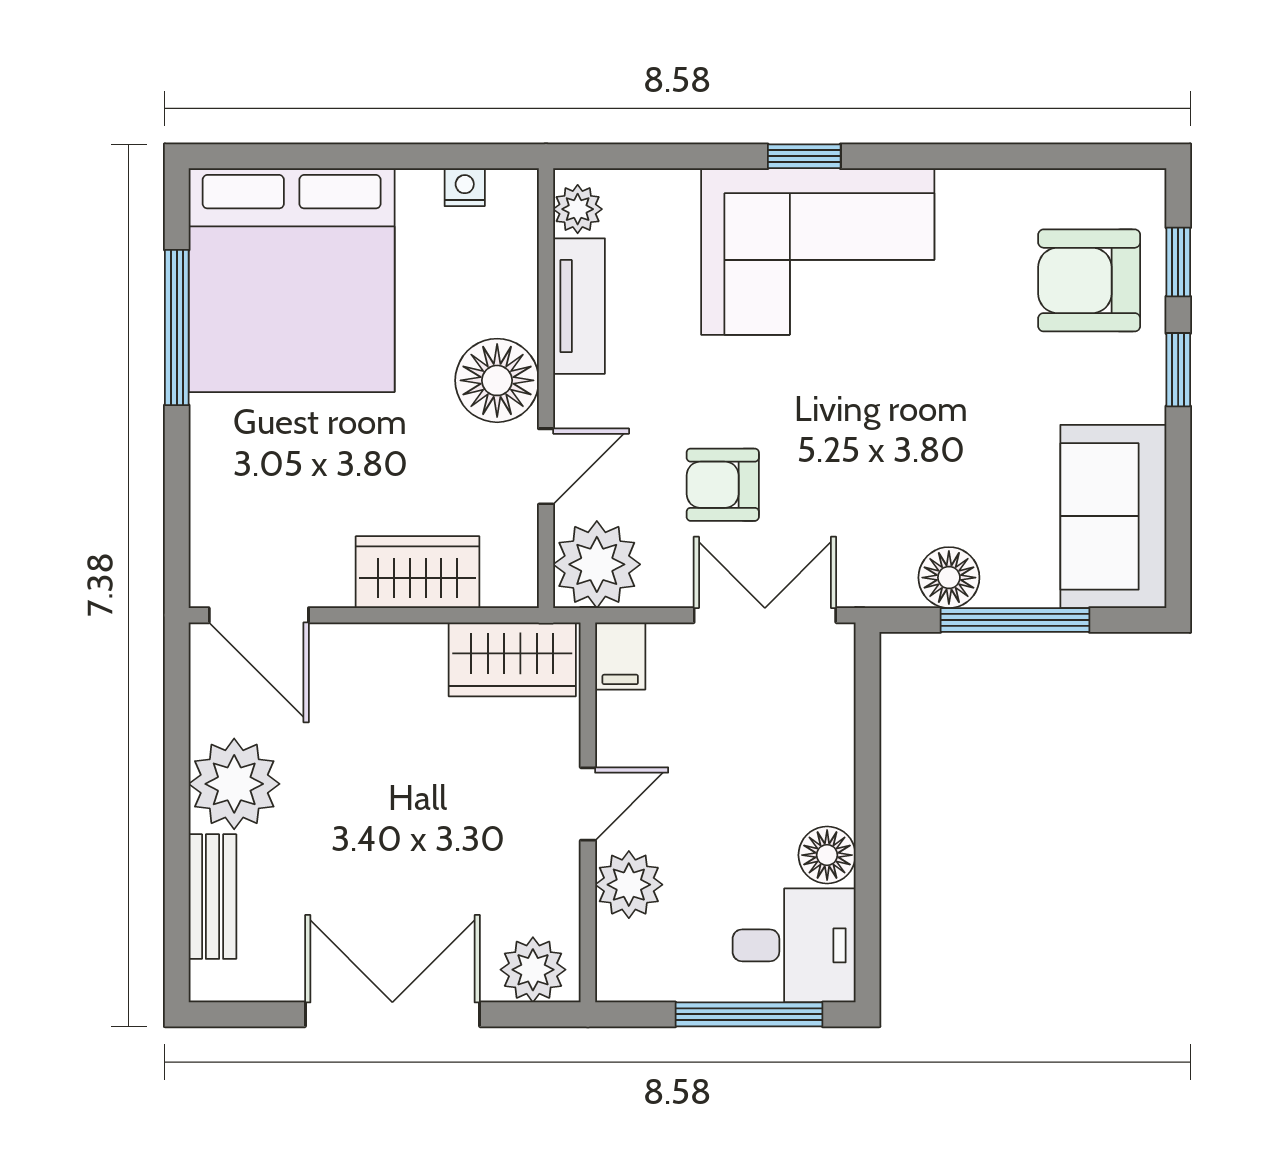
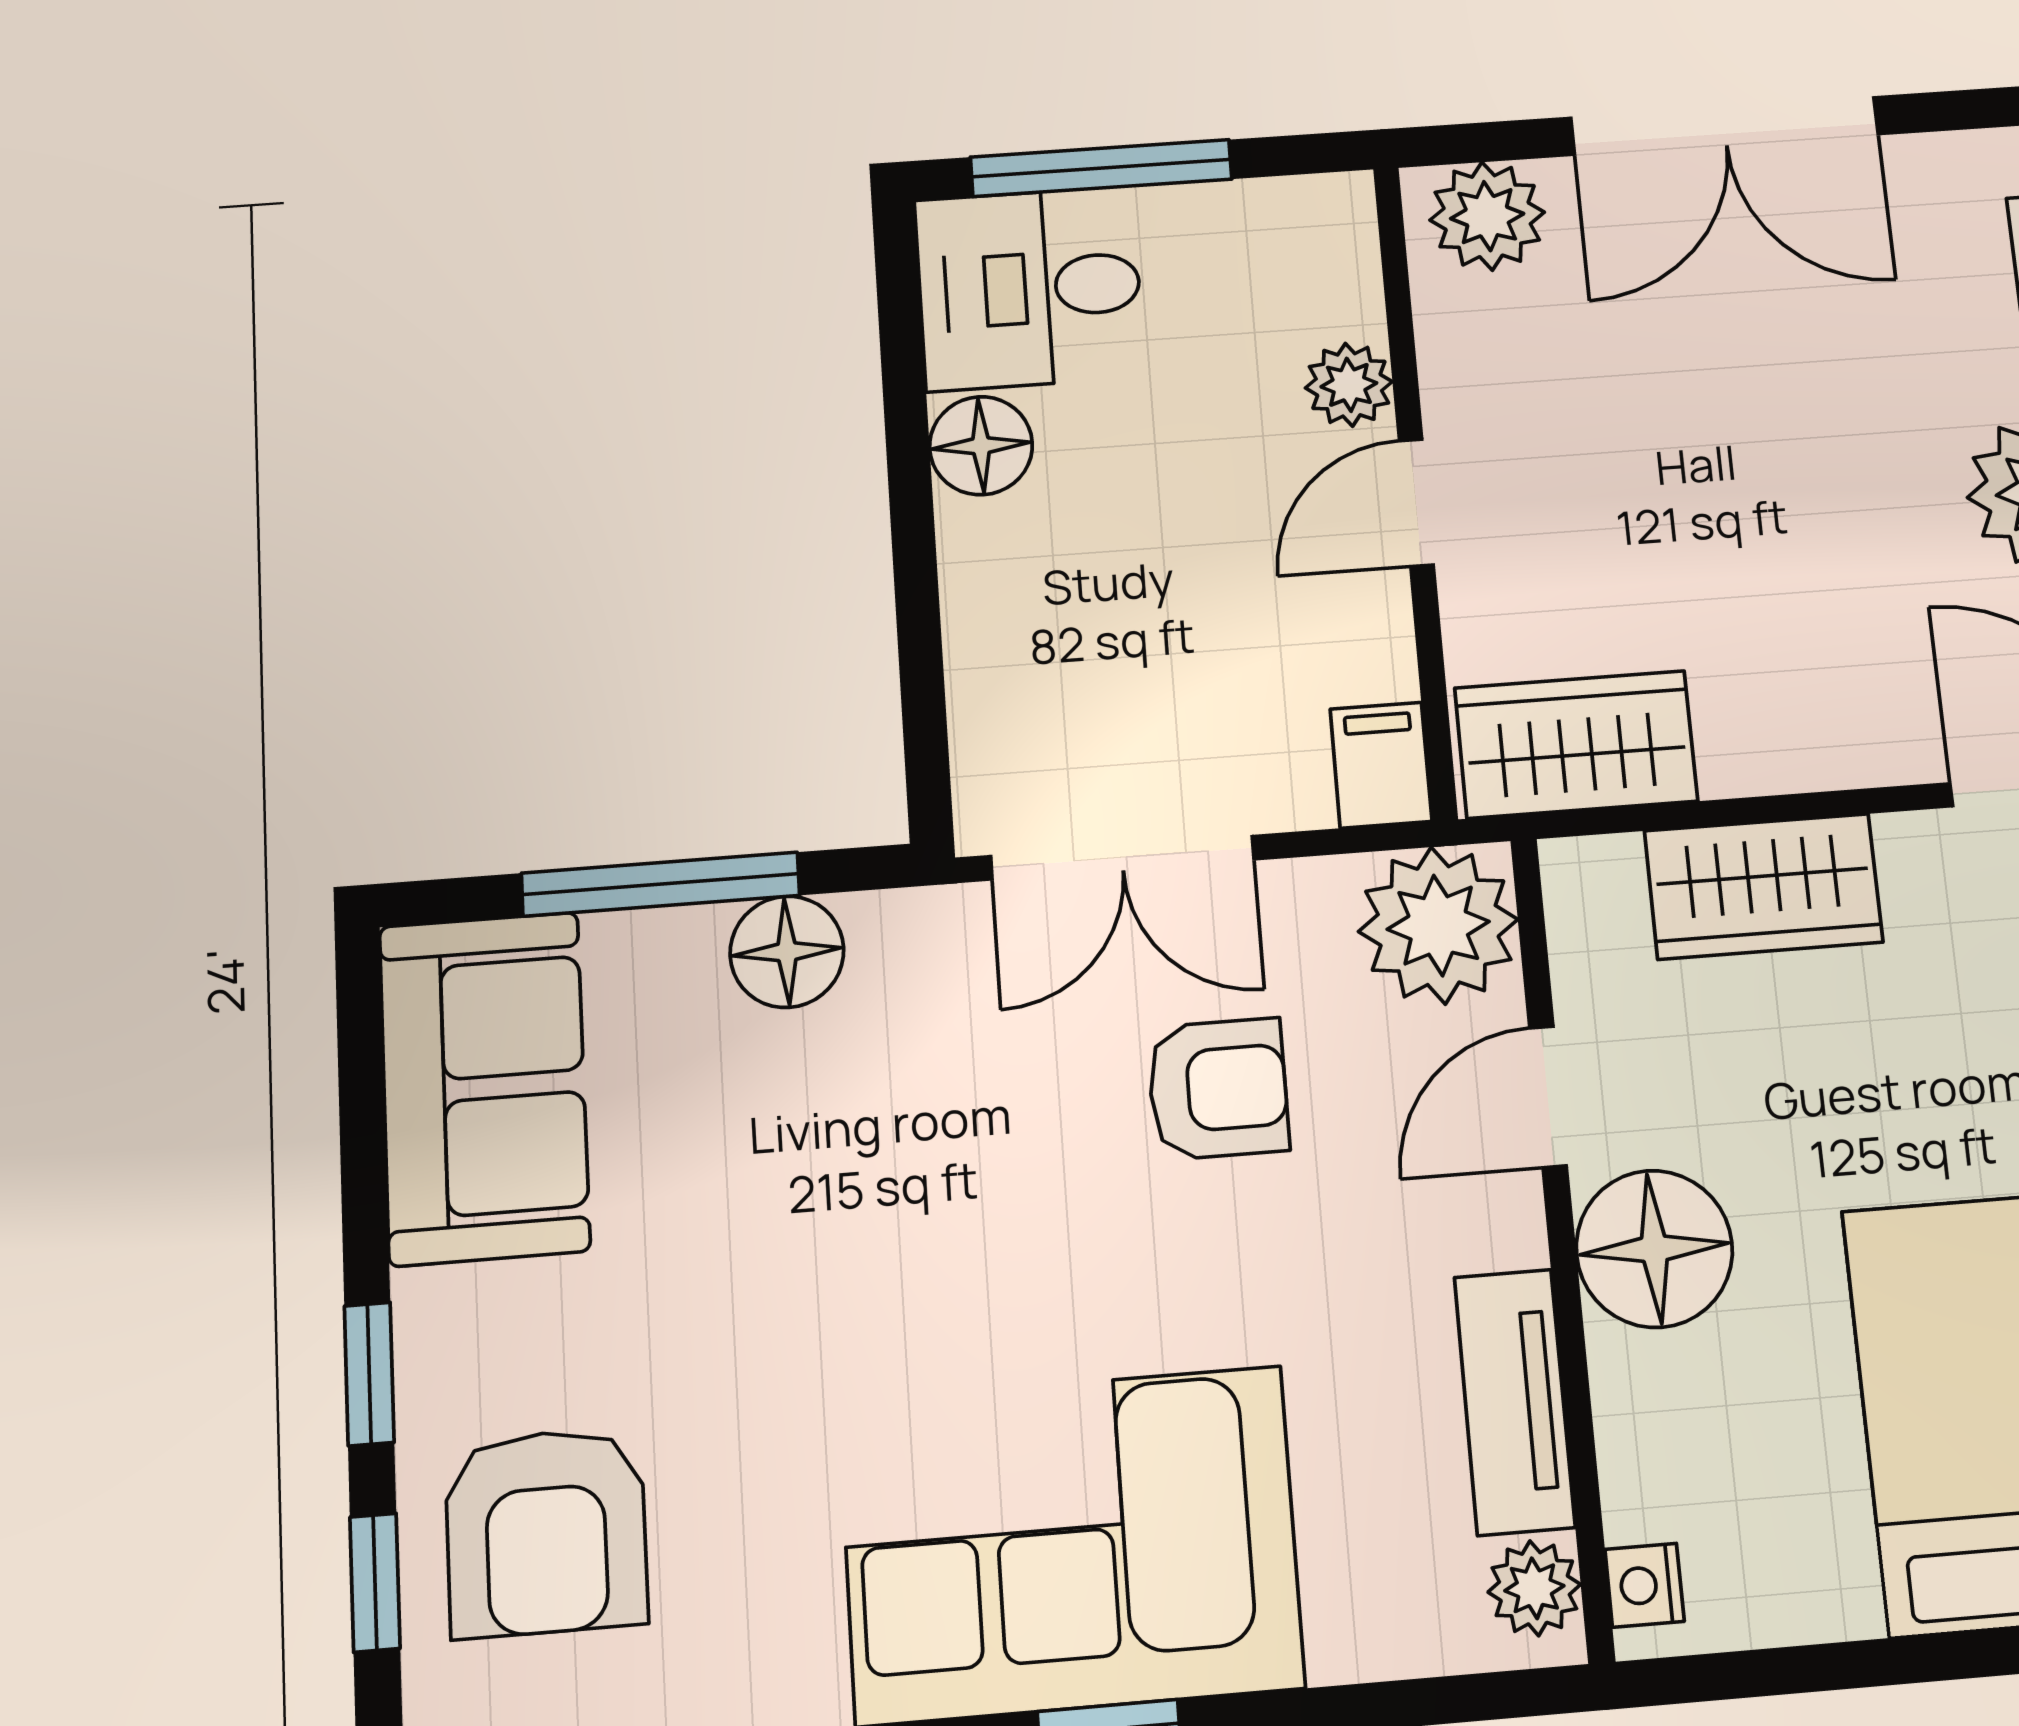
nightstand: (465, 187) -> (1644, 1585), moved, turned 90
armchair: (1089, 280) -> (546, 1532), turned 90
plant: (629, 885) -> (1349, 385), width x0.73, depth x0.73

